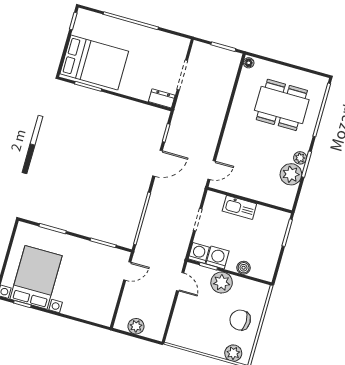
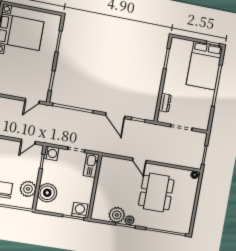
bed: (94, 62) -> (205, 66), moved
dresser: (162, 98) -> (165, 103), moved
dining table: (282, 105) -> (156, 193), moved
door: (212, 170) -> (139, 160), moved
kitchen sink: (239, 207) -> (91, 165), moved
washing machine: (218, 257) -> (80, 210), moved, turned -90
boiler: (244, 268) -> (47, 193), width x1.86, depth x1.86
door: (127, 271) -> (32, 101), hinge flipped
plant: (222, 283) -> (28, 189), moved

